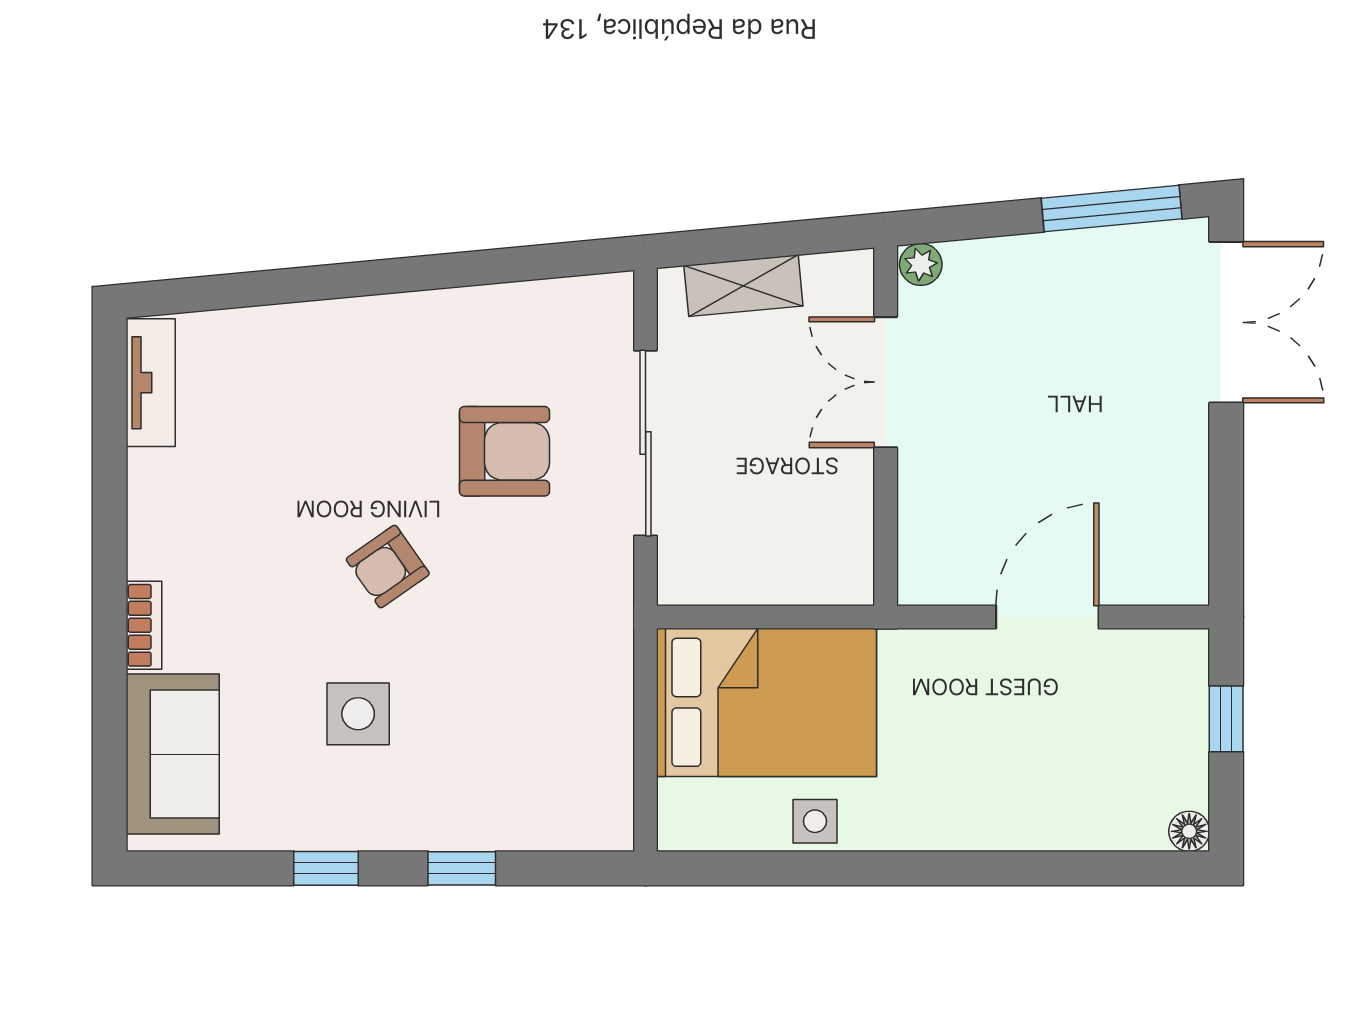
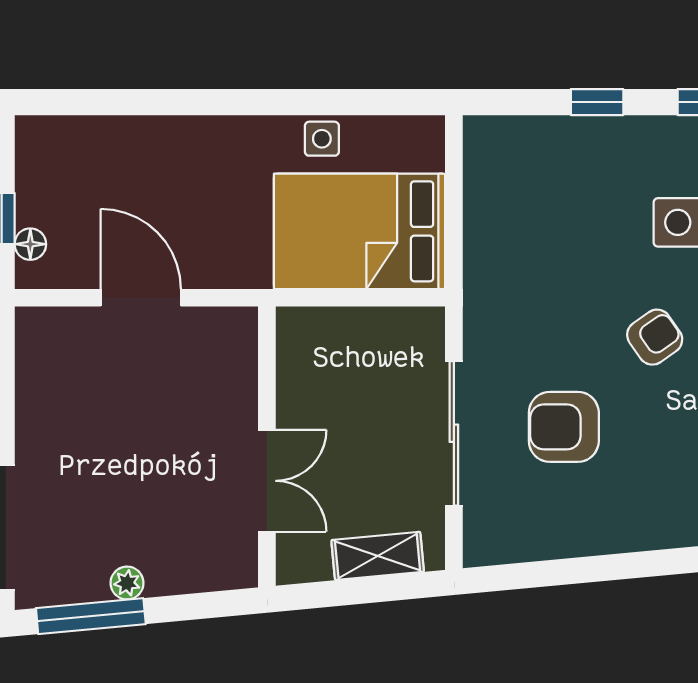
plant: (921, 264) -> (127, 583), moved
door: (1047, 617) -> (141, 298), swing flipped
floor lamp: (1189, 831) -> (30, 244), moved

